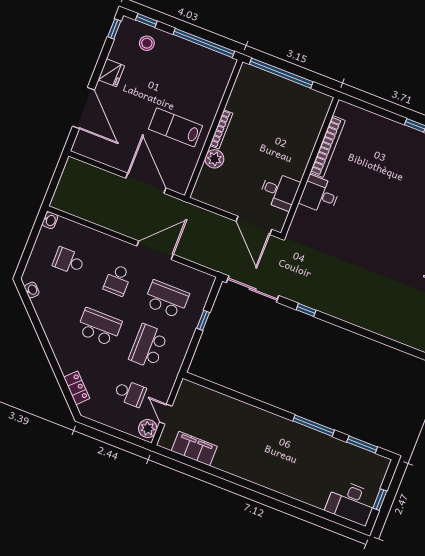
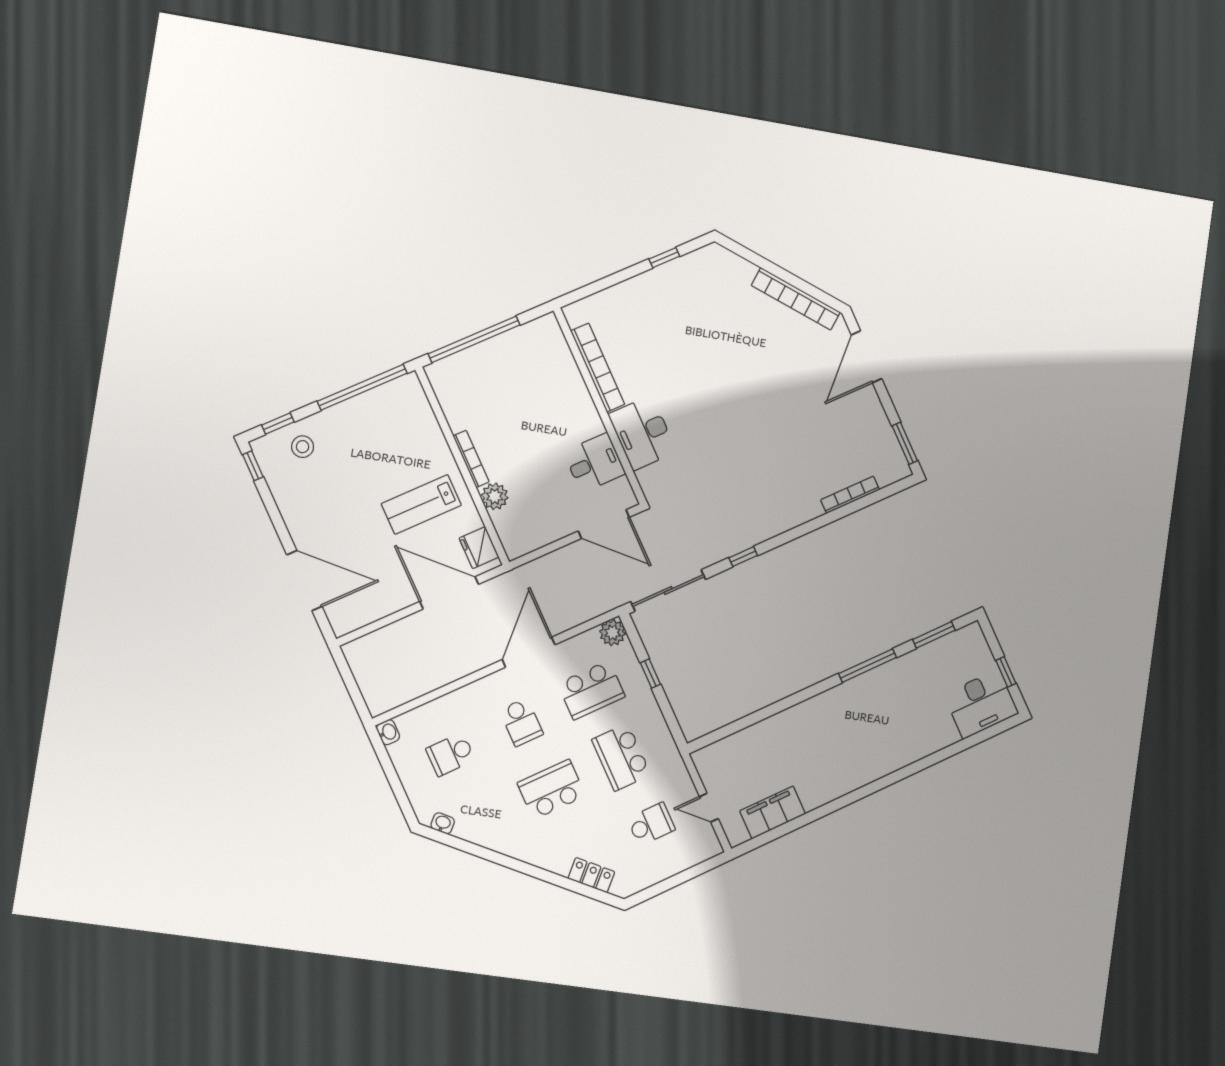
fridge: (111, 73) -> (479, 548), moved, turned 180
desk: (320, 195) -> (642, 433), width x1.37
school desk: (167, 299) -> (591, 690), turned 180
bookcase: (390, 334) -> (850, 495), added
plant: (148, 429) -> (613, 633), moved

